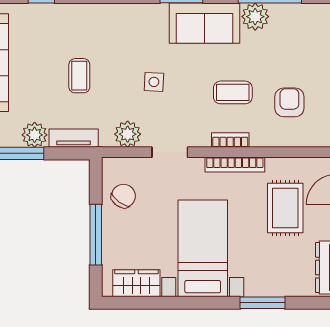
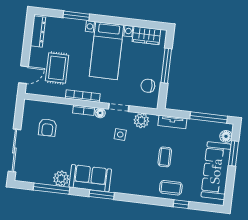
side table: (154, 82) -> (120, 135), moved
coffee table: (233, 92) -> (171, 188), moved
plant: (35, 135) -> (194, 126), removed
floor lamp: (201, 139) -> (100, 113), added
chair: (123, 196) -> (148, 86), turned 54

